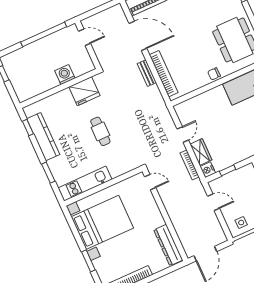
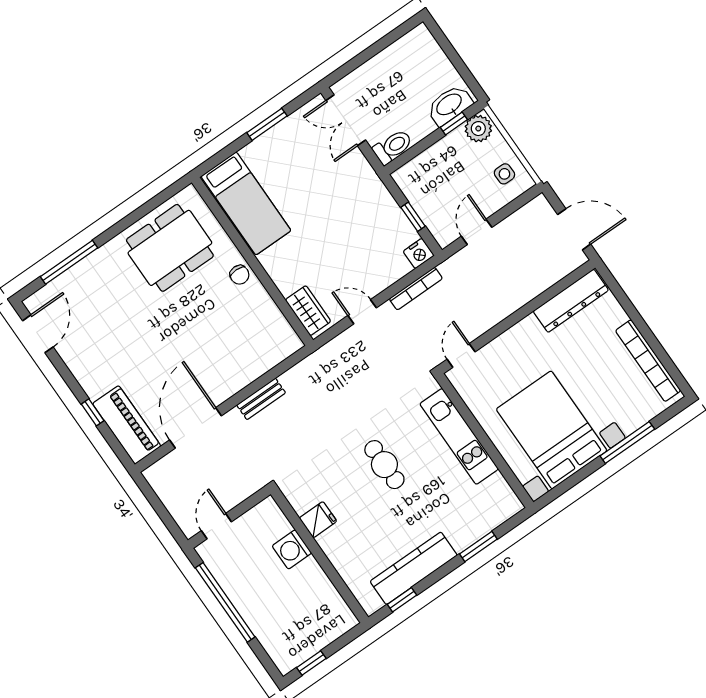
bookcase: (164, 74) -> (257, 368), removed
fridge: (84, 91) -> (318, 520), width x0.53, depth x0.75
cafe table: (100, 131) -> (384, 465), turned 90
wardrobe: (201, 152) -> (308, 311), moved, turned 90
kitchen unit: (85, 184) -> (459, 436), moved
window: (88, 261) -> (627, 443), width x1.44

